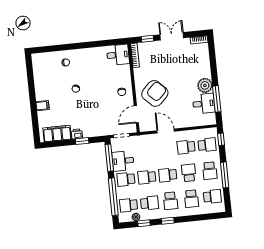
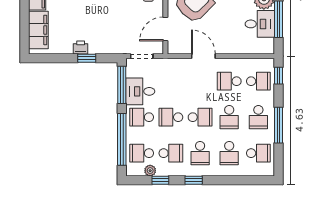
filing cabinet: (57, 134) -> (38, 30), moved, turned 90
school desk: (189, 173) -> (229, 117), turned 180
school desk: (168, 175) -> (200, 117), turned 180

